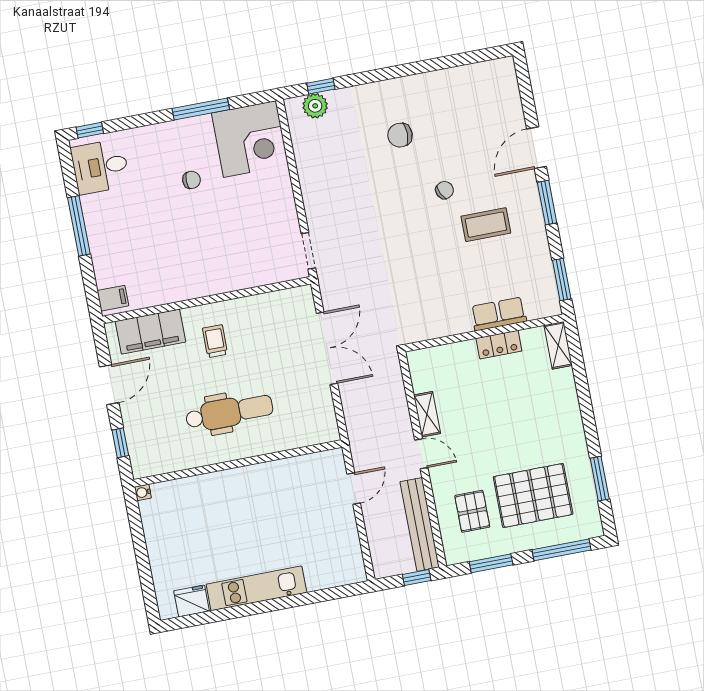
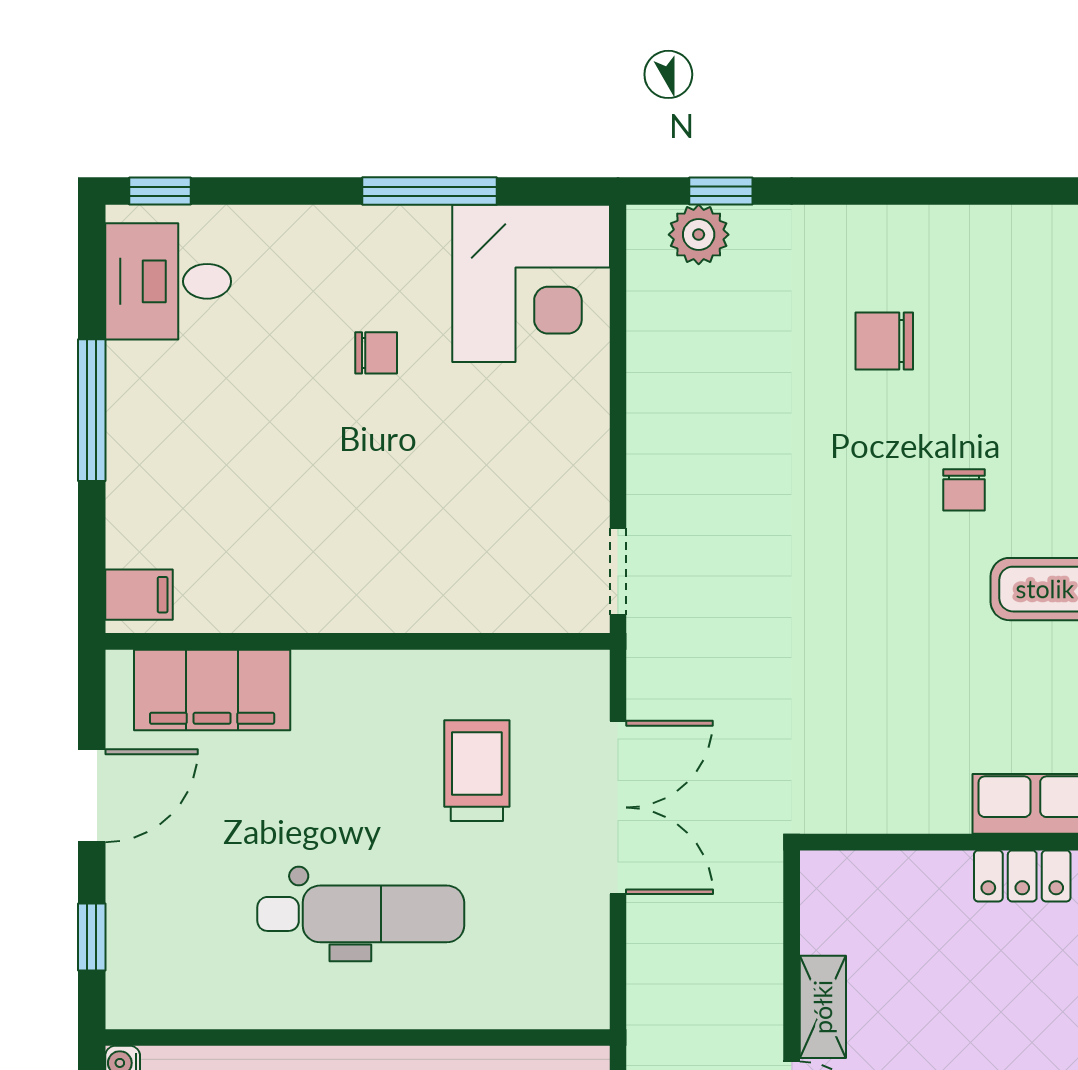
chair: (445, 190) -> (964, 490), turned 116
trolley: (215, 341) -> (477, 771), moved, width x1.36, depth x1.39

